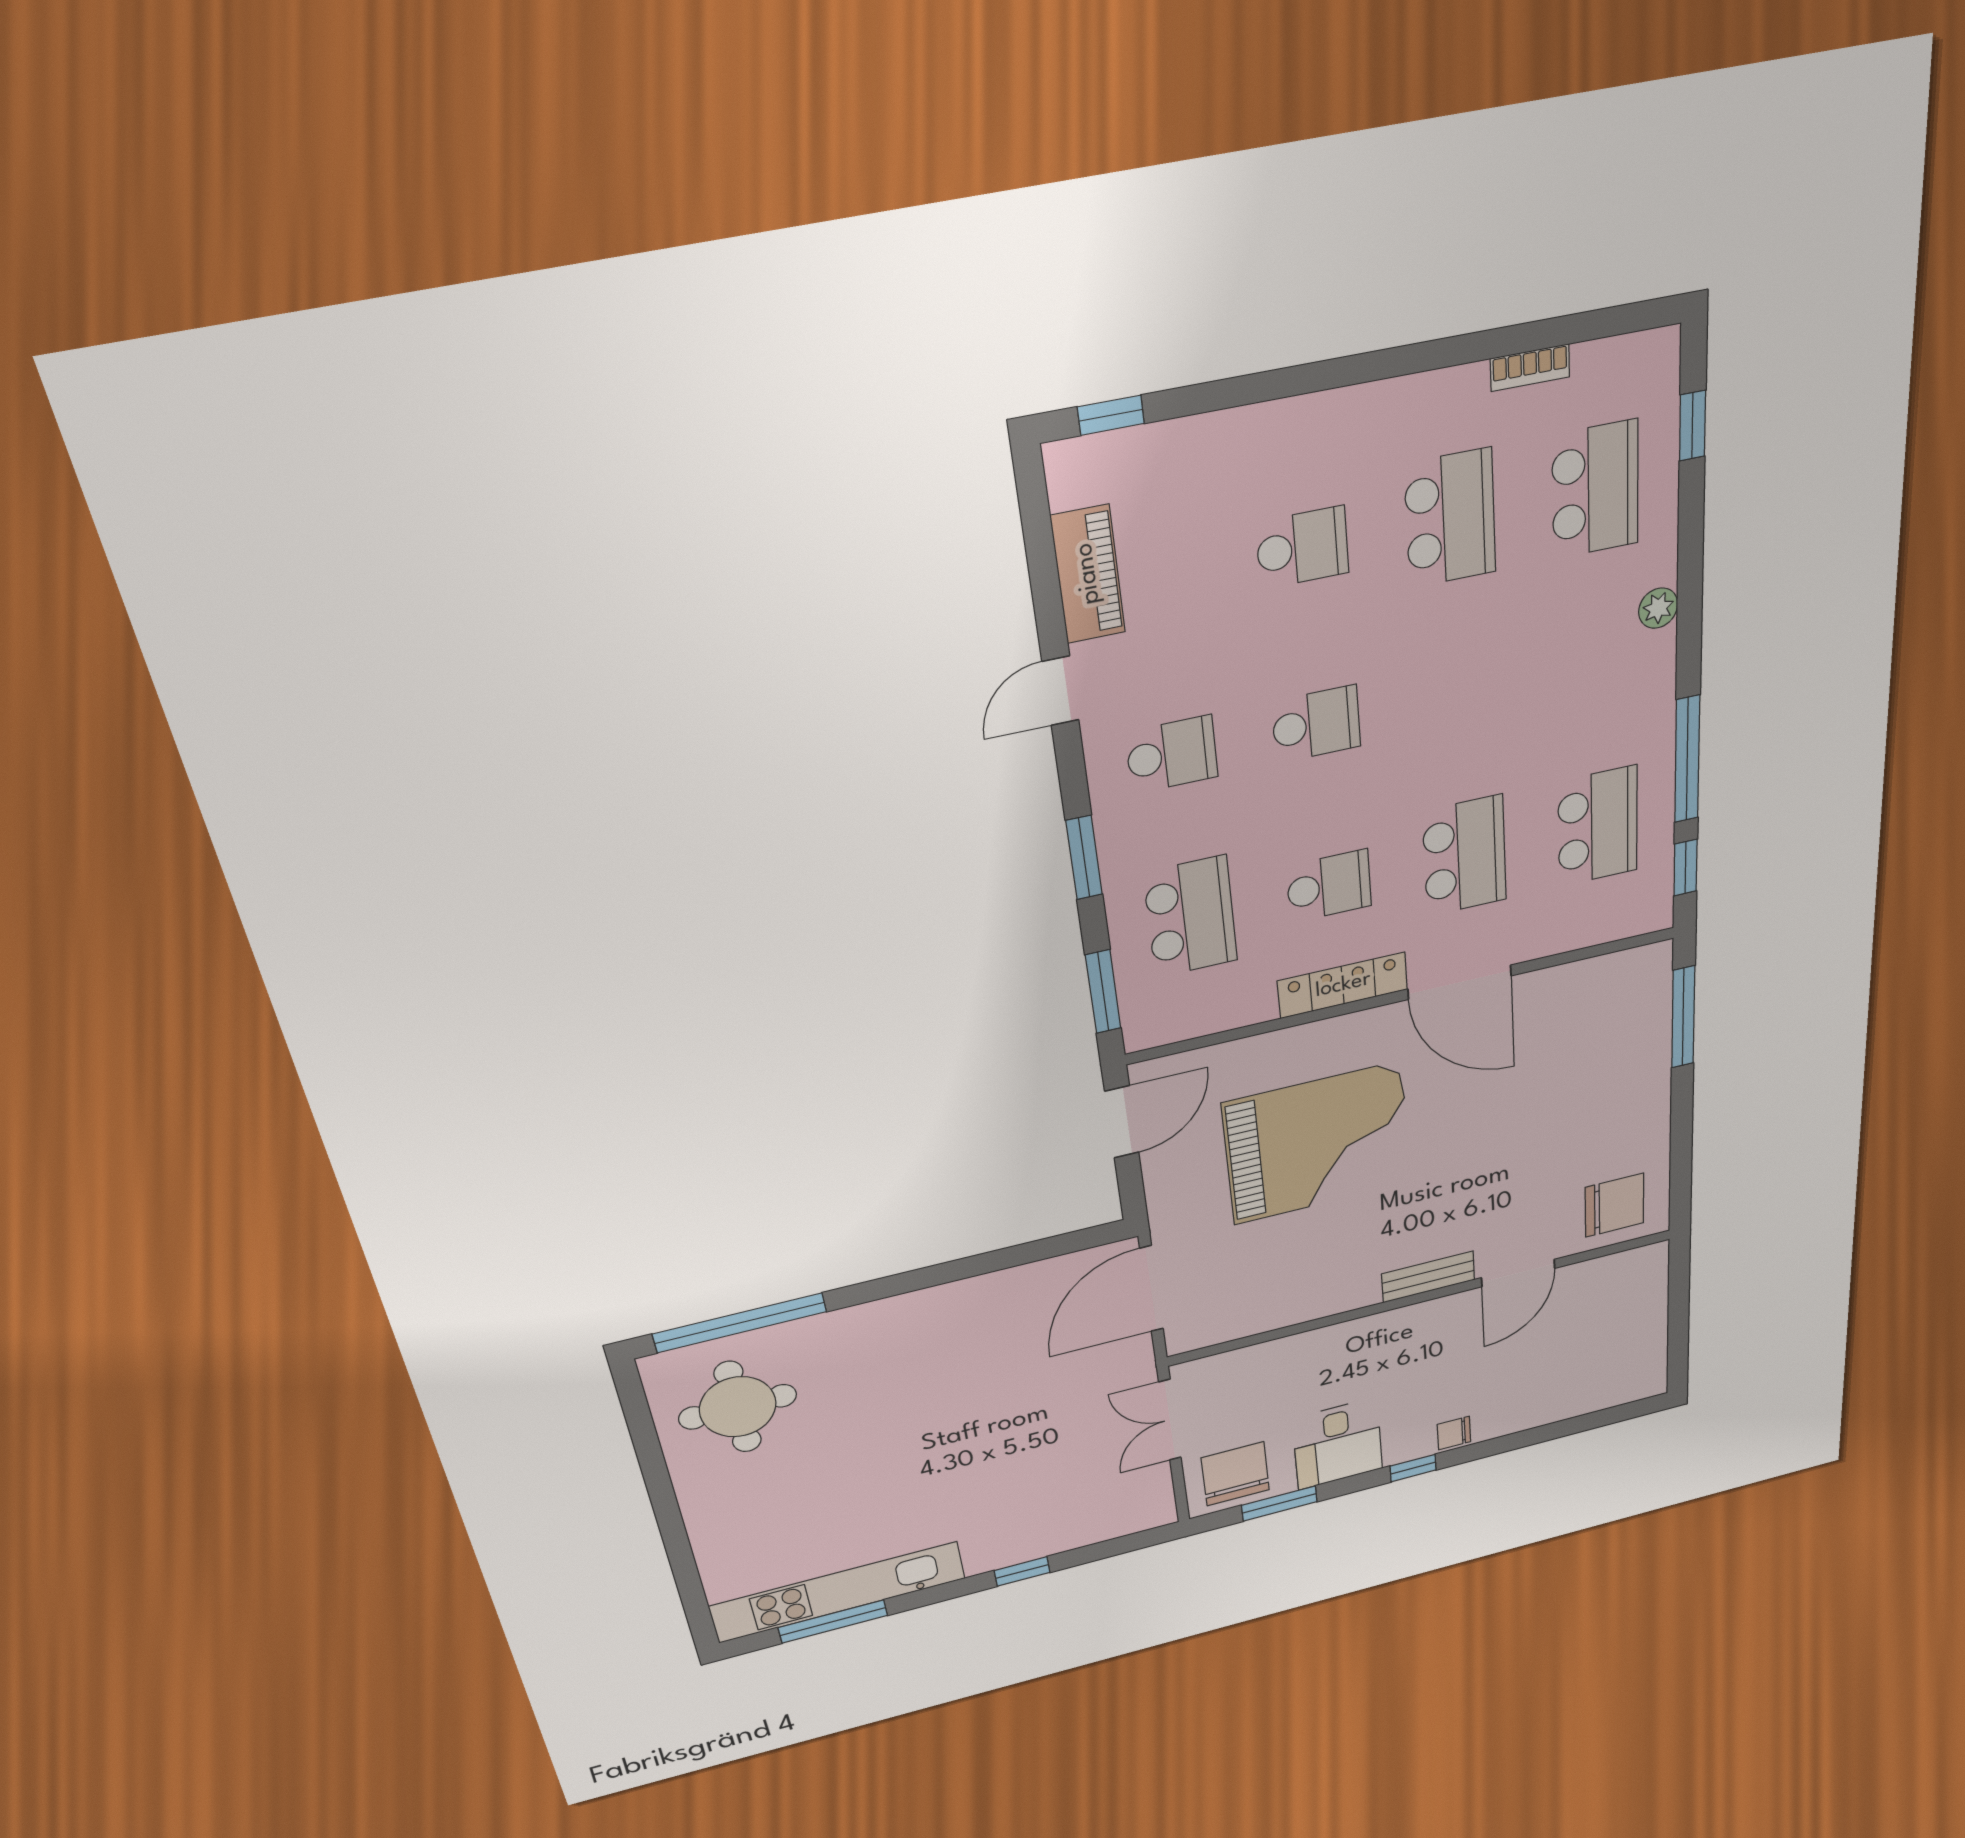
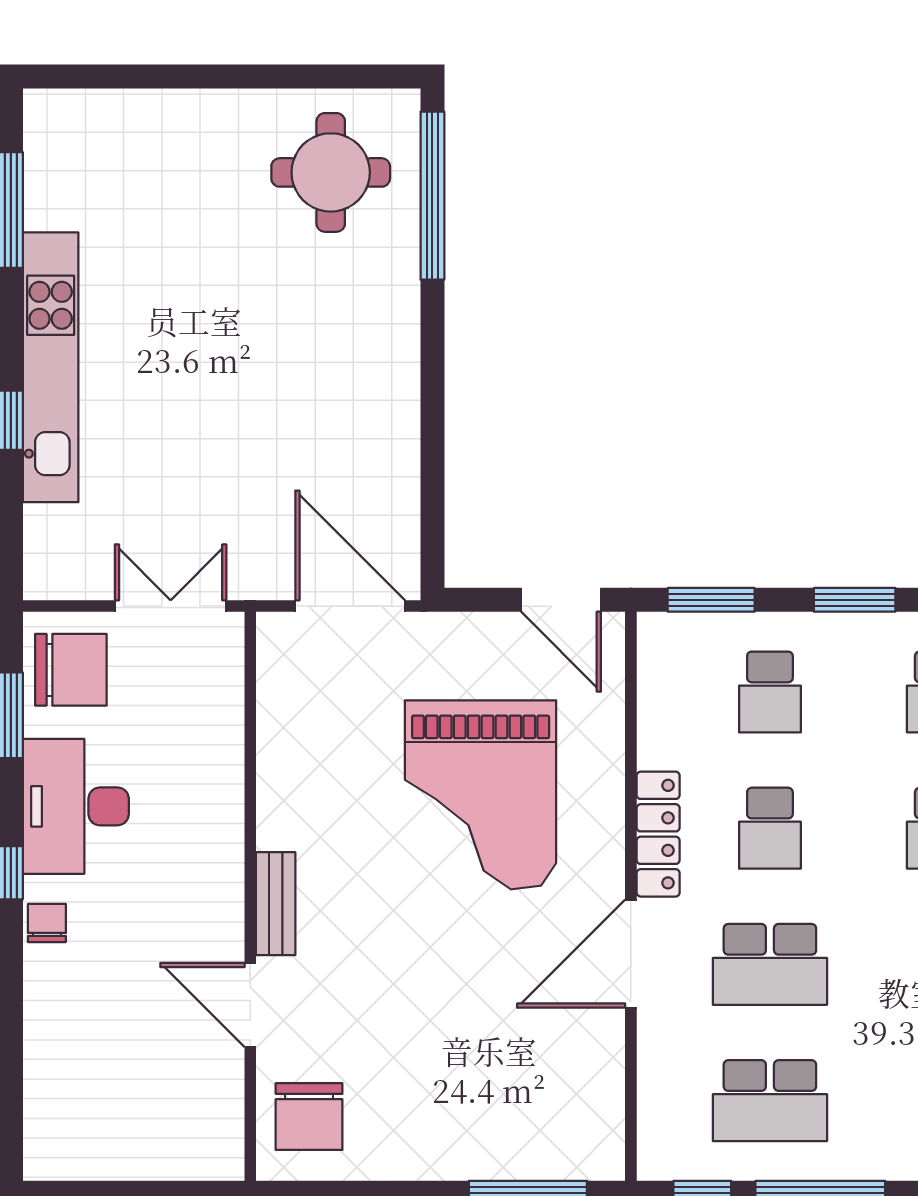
school desk: (1191, 917) -> (770, 692), width x0.54
desk: (1338, 1444) -> (76, 806), width x1.37
kitchen unit: (838, 1592) -> (51, 367), moved

